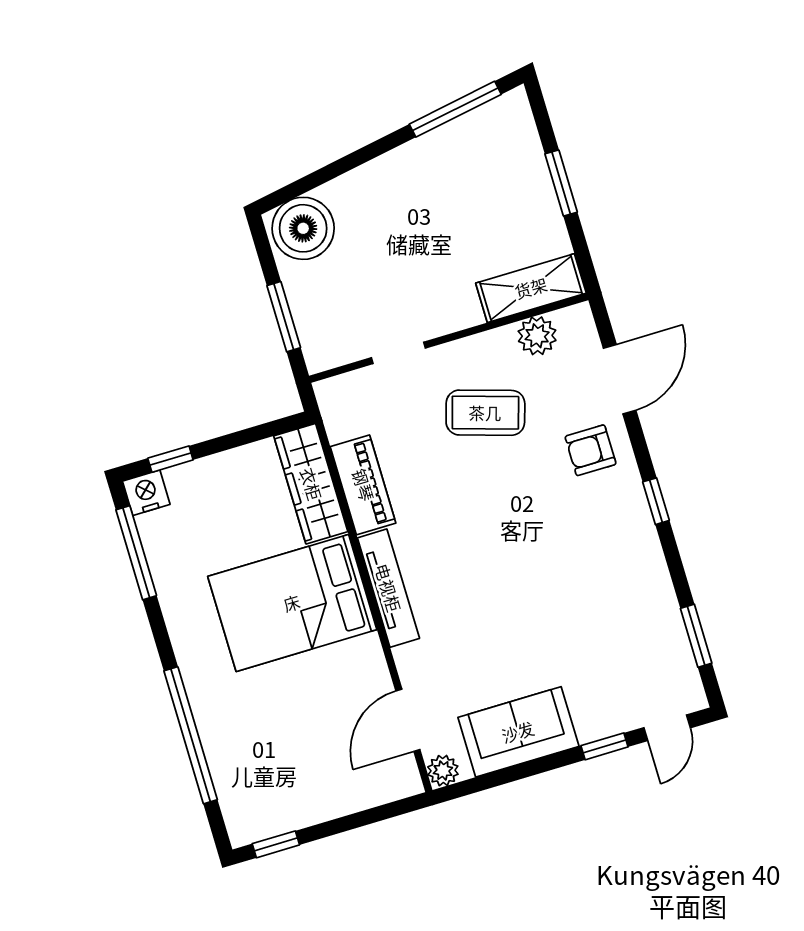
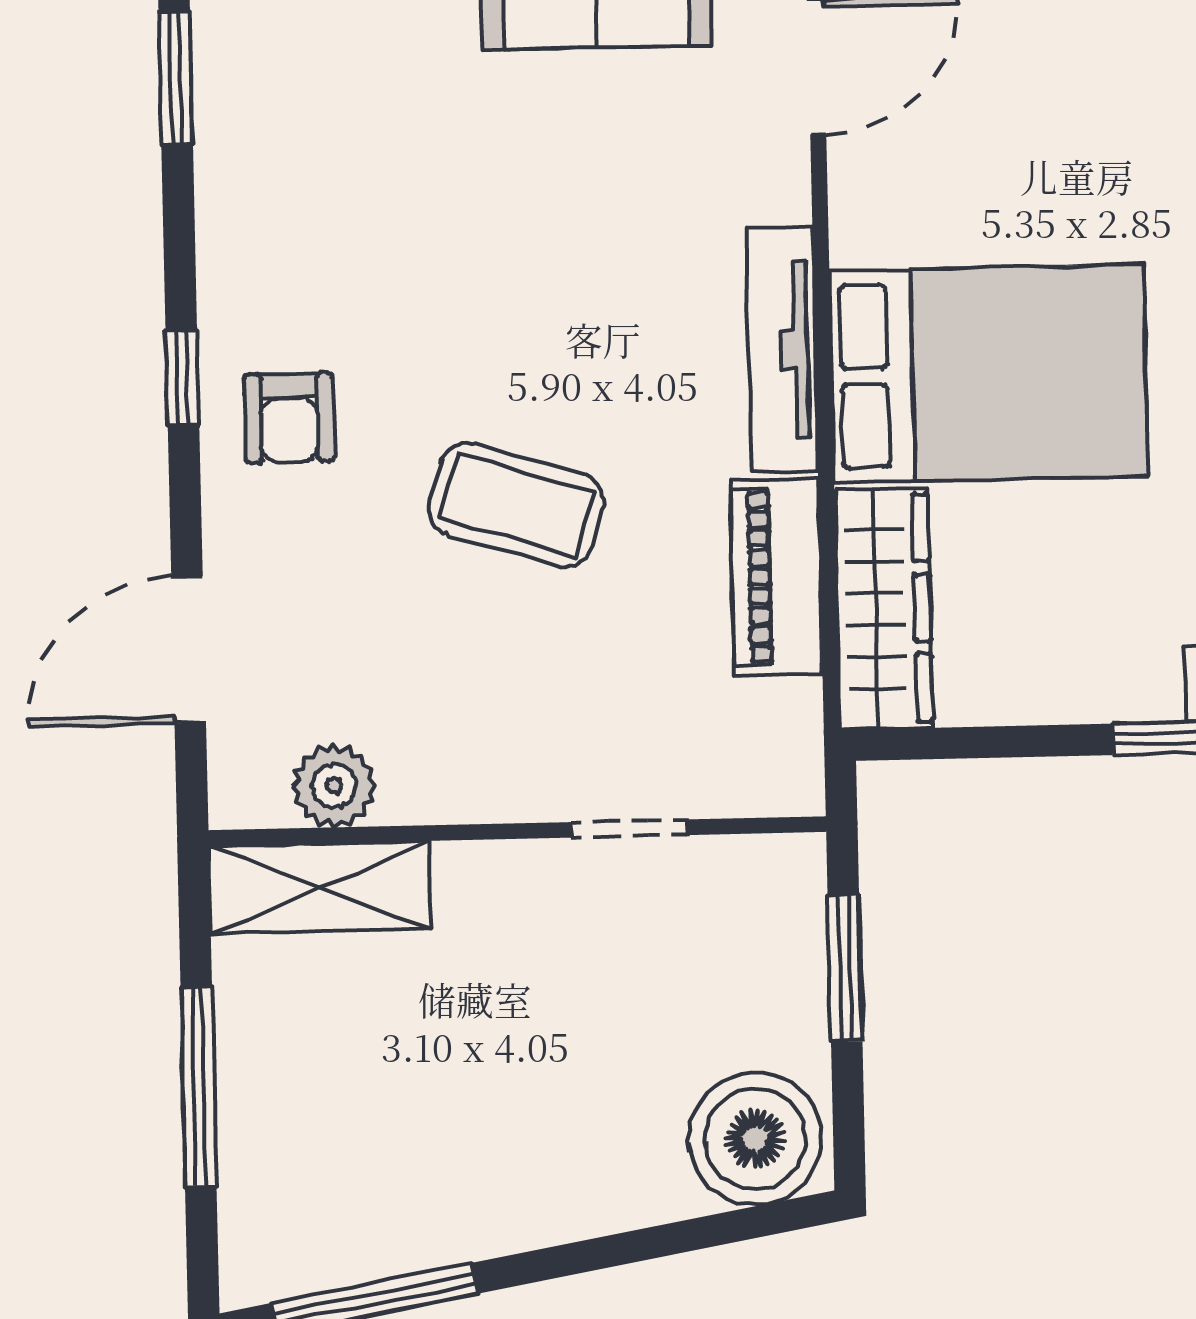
window: (561, 183) -> (199, 1087), width x1.44
coffee table: (485, 413) -> (516, 505), moved
armchair: (591, 450) -> (289, 418), moved, turned 90

